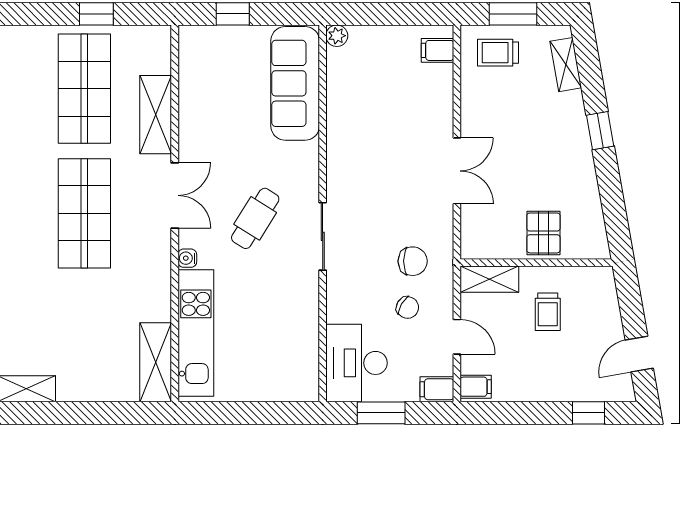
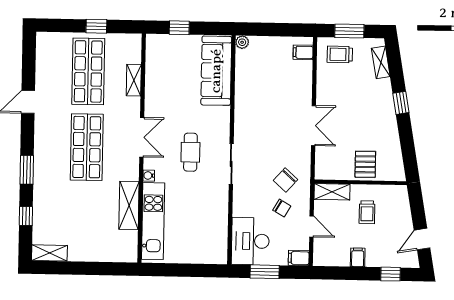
shelving: (156, 115) -> (134, 80), width x0.67, depth x0.75
cafe table: (255, 218) -> (190, 152), turned -32
chair: (413, 261) -> (286, 180), turned 132
shelving: (156, 362) -> (129, 205), moved
filing cabinet: (476, 387) -> (358, 257), moved, turned -90

